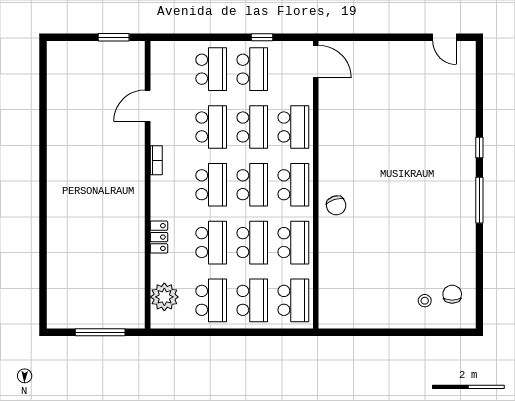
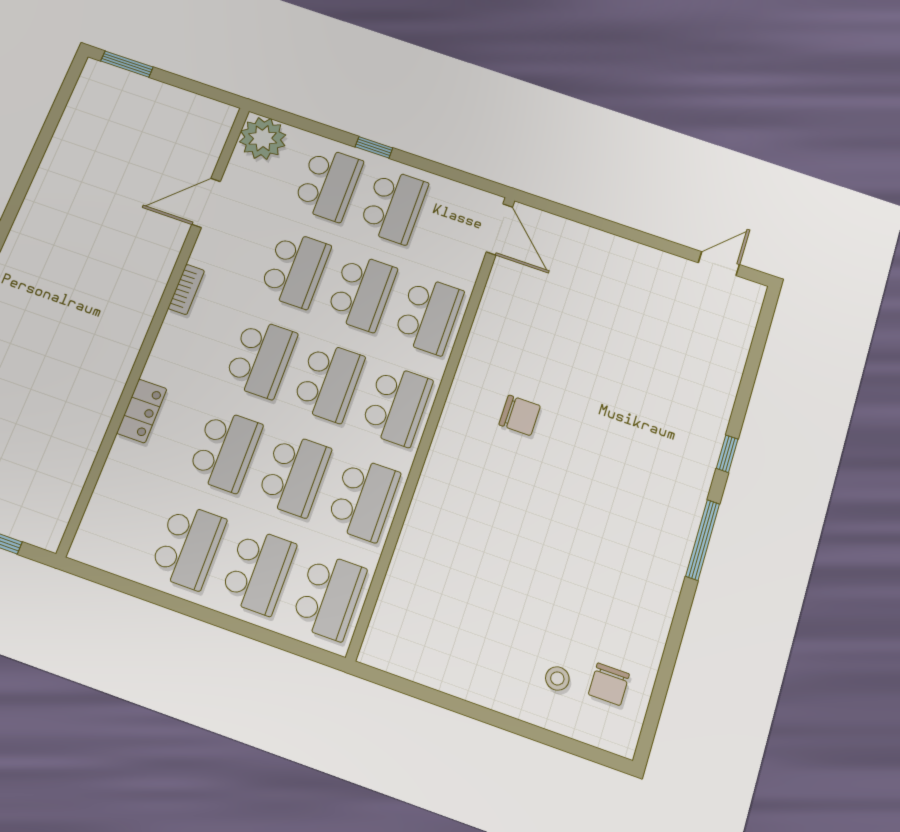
window: (114, 37) -> (127, 64), moved
window: (262, 37) -> (374, 147), moved
door: (444, 37) -> (719, 264), swing flipped
chair: (336, 205) -> (520, 415), moved, turned -72
chair: (452, 294) -> (609, 684), turned 180
plant: (164, 297) -> (263, 138), moved

